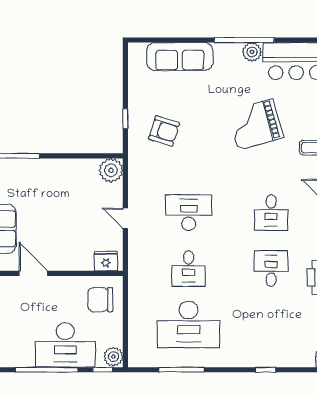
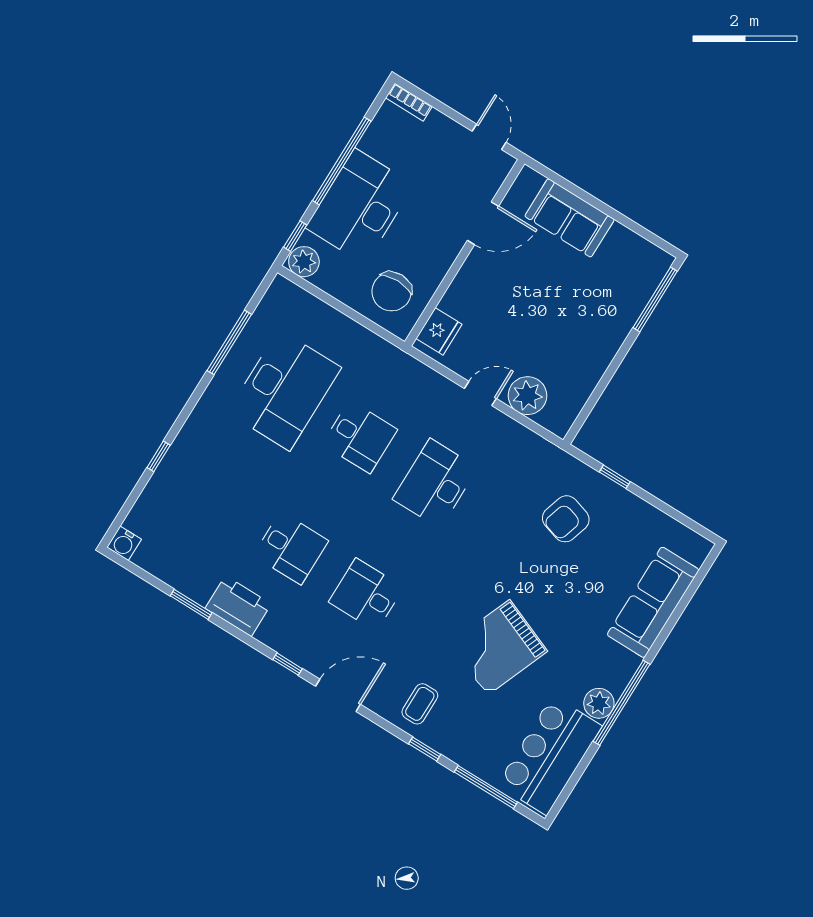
grand piano: (255, 124) -> (498, 647), turned -142
plant: (111, 170) -> (527, 396), moved
desk: (189, 213) -> (435, 484), turned 180
desk: (189, 269) -> (360, 437), turned 180
chair: (100, 300) -> (392, 292), turned 180
desk: (189, 324) -> (284, 390), turned 180

